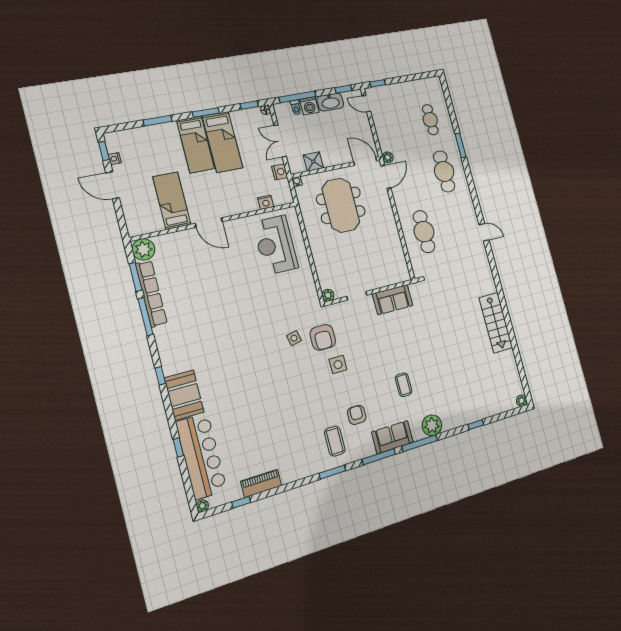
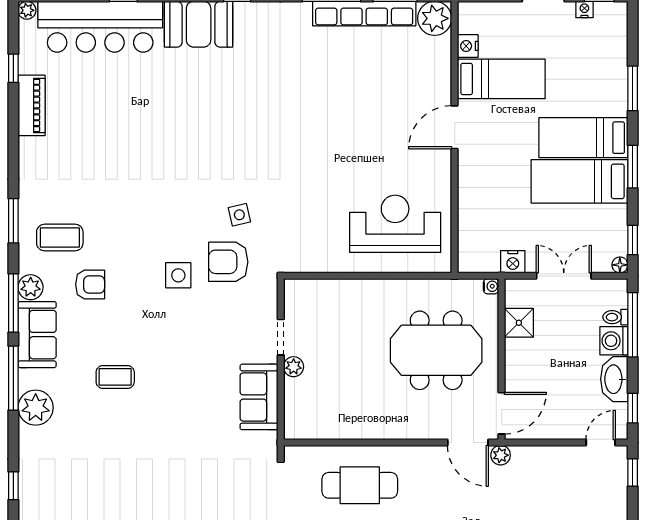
nightstand: (266, 202) -> (468, 46), moved
plant: (328, 295) -> (294, 367), moved
plant: (367, 449) -> (31, 287), added

